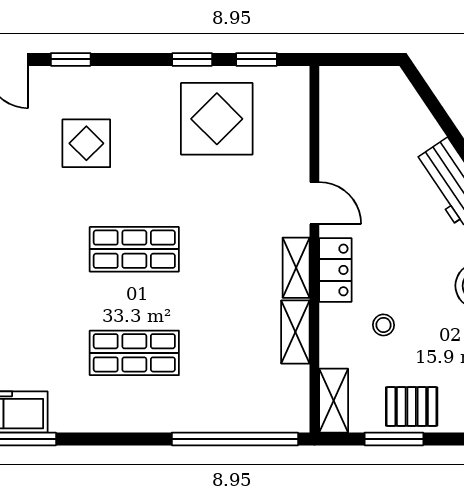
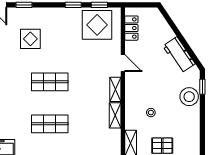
display table: (217, 119) -> (97, 25), moved
locker: (335, 270) -> (131, 28), moved

